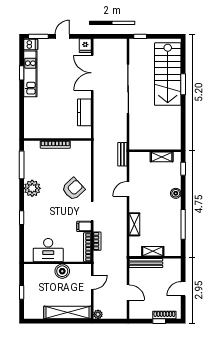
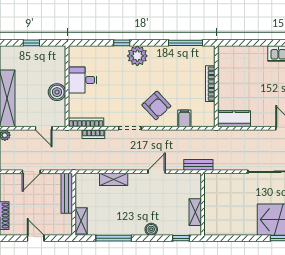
kitchen counter: (84, 112) -> (234, 119), moved
plant: (32, 188) -> (137, 56), moved
door: (128, 189) -> (157, 172), hinge flipped
filing cabinet: (84, 226) -> (184, 118), moved
desk: (48, 250) -> (83, 80), width x0.73
shelving: (153, 251) -> (81, 221), moved

